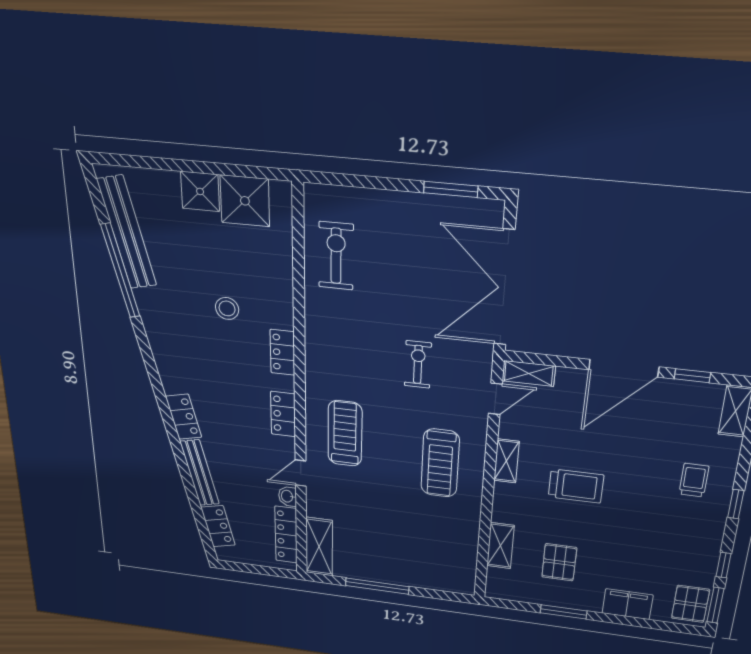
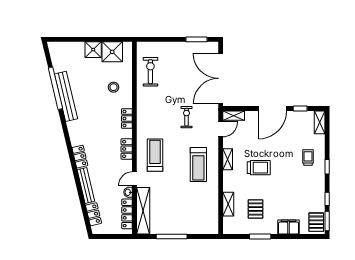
bench: (127, 233) -> (66, 96), moved
stool: (227, 308) -> (114, 87), moved
shelving: (319, 547) -> (143, 211), width x1.47

